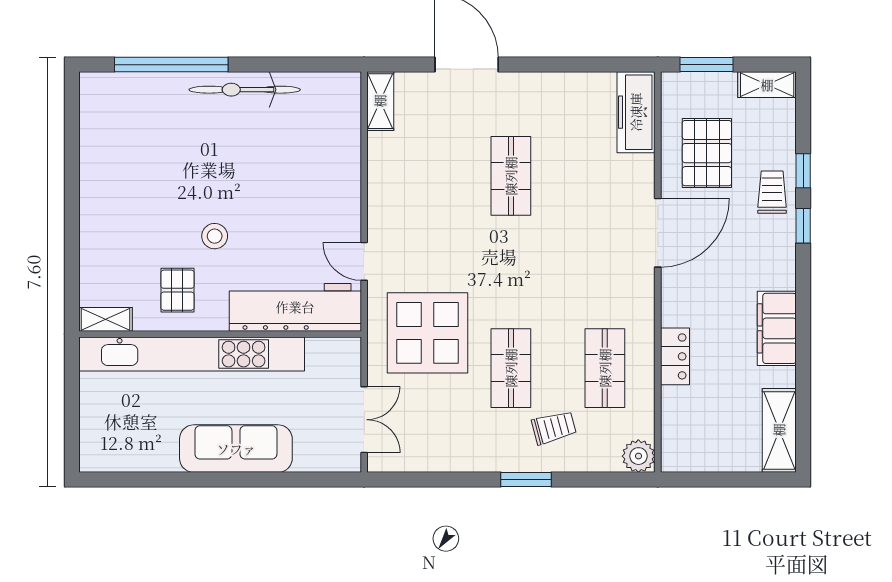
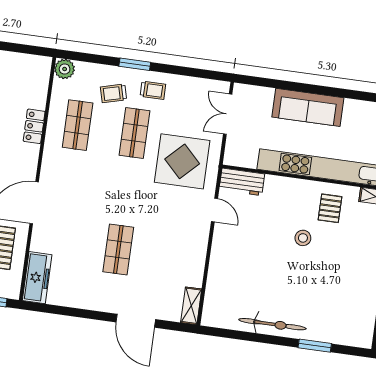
window: (171, 65) -> (315, 346), width x0.47
workbench: (295, 307) -> (242, 182), width x0.53, depth x0.76
trolley: (491, 441) -> (153, 90), added

